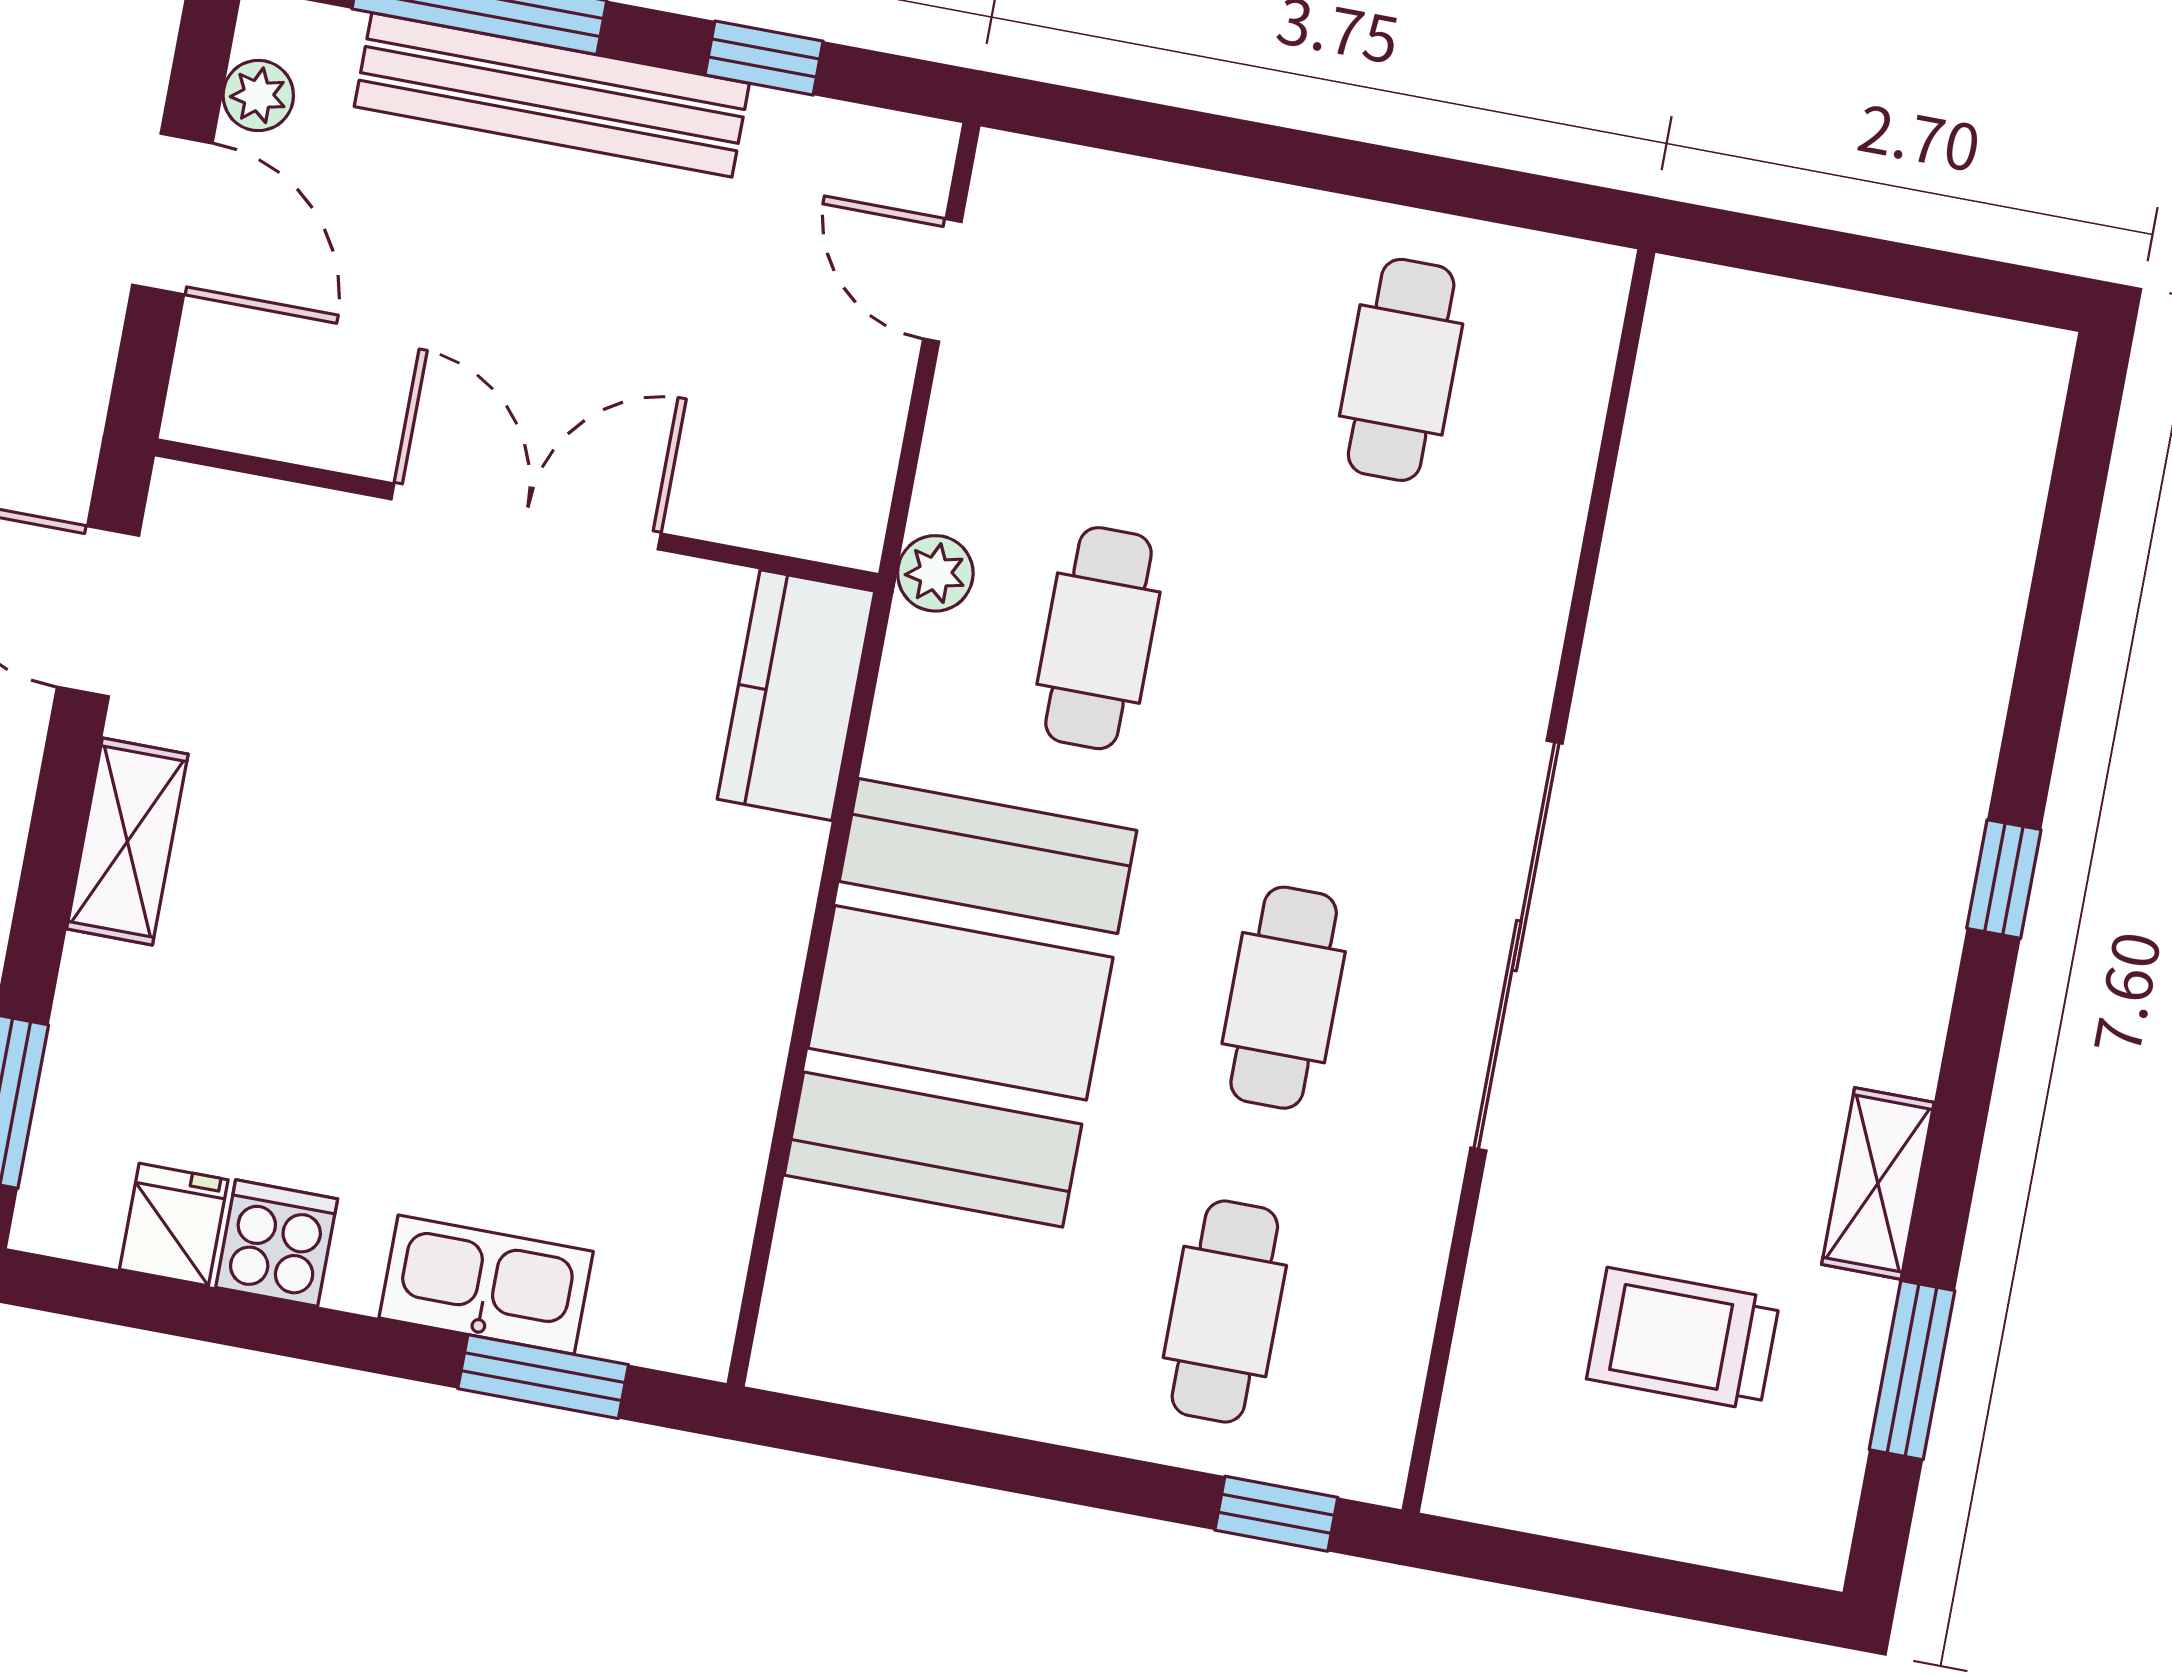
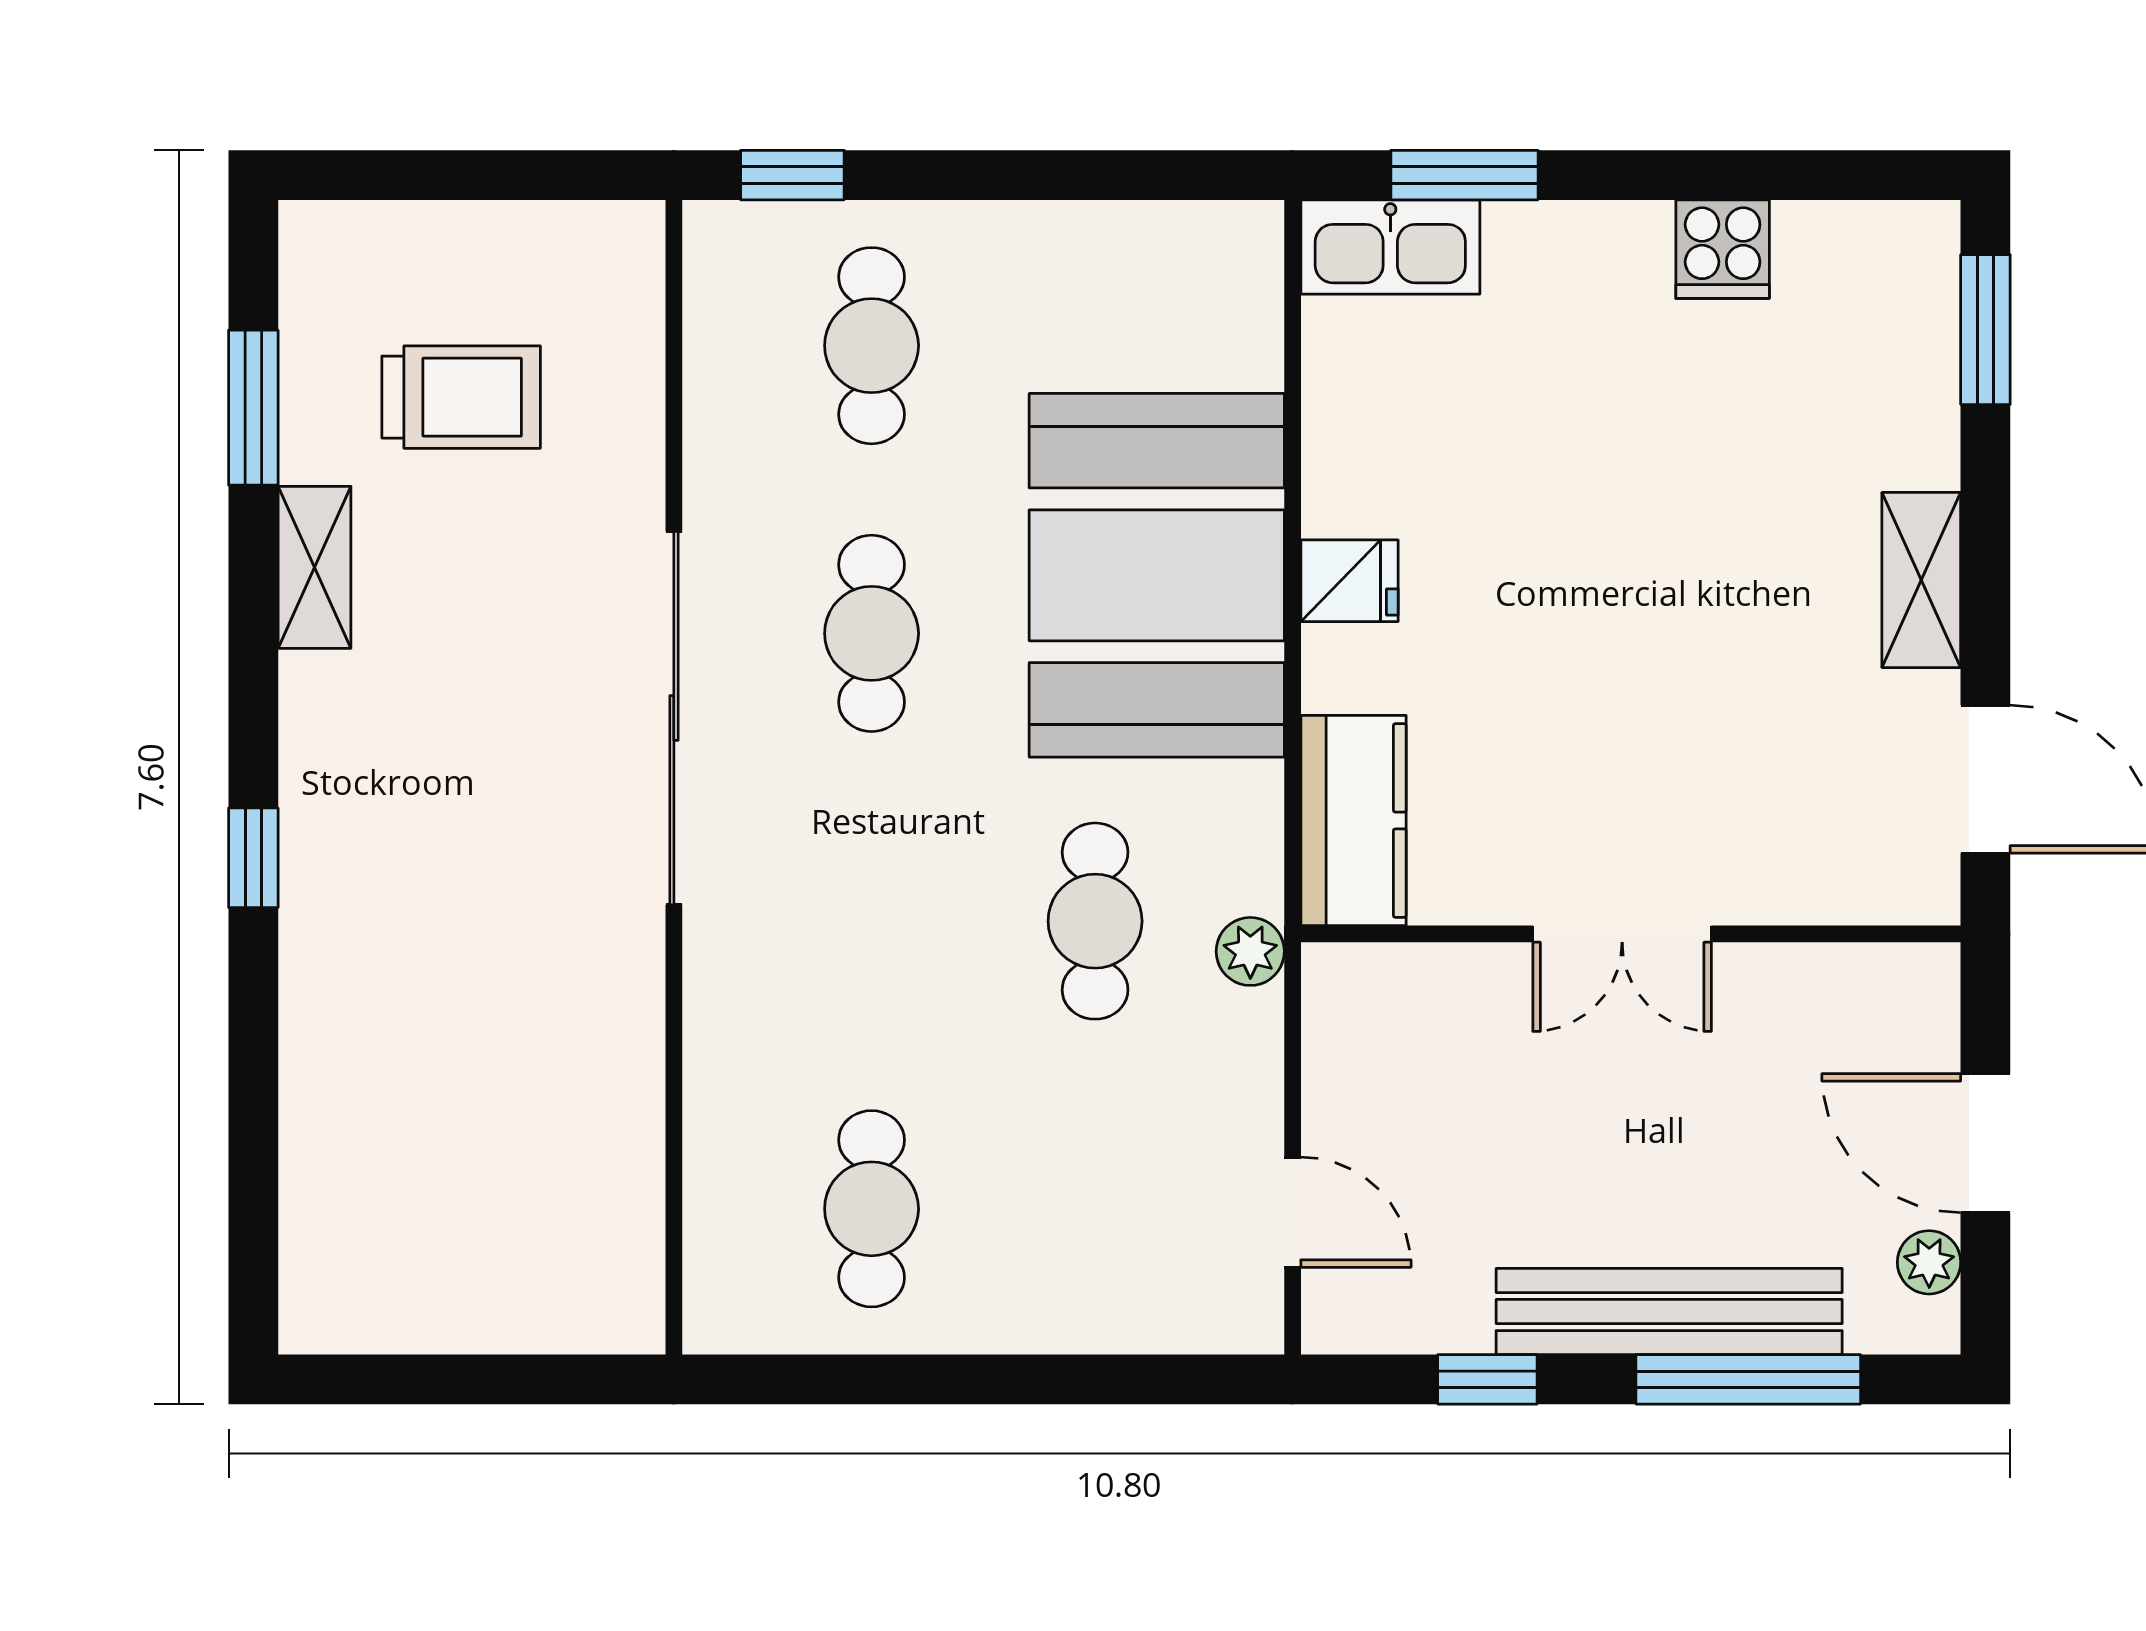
double door: (526, 516) -> (1622, 934), width x0.73
fridge: (174, 1225) -> (1350, 581), moved, turned -90
kitchen sink: (486, 1285) -> (1390, 247), moved

